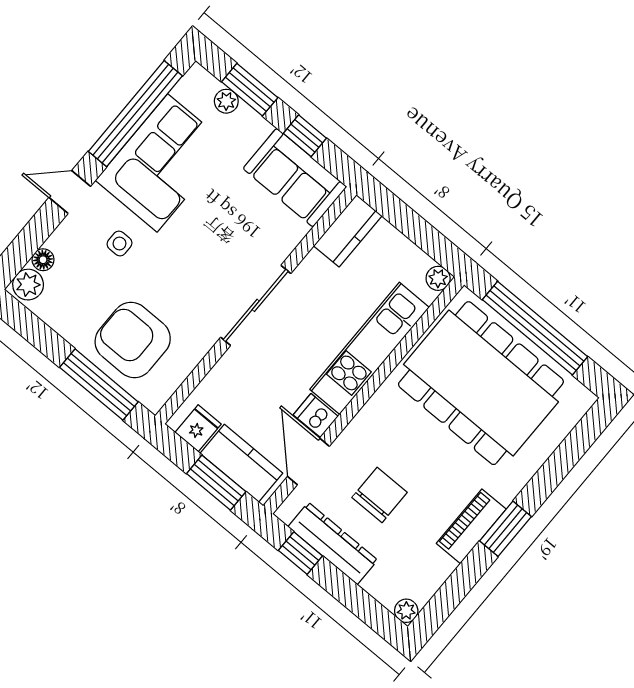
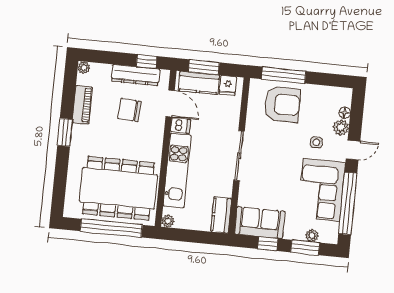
plant: (28, 285) -> (341, 128), moved
chair: (380, 495) -> (129, 110), turned 94
piano: (471, 526) -> (82, 105), moved

